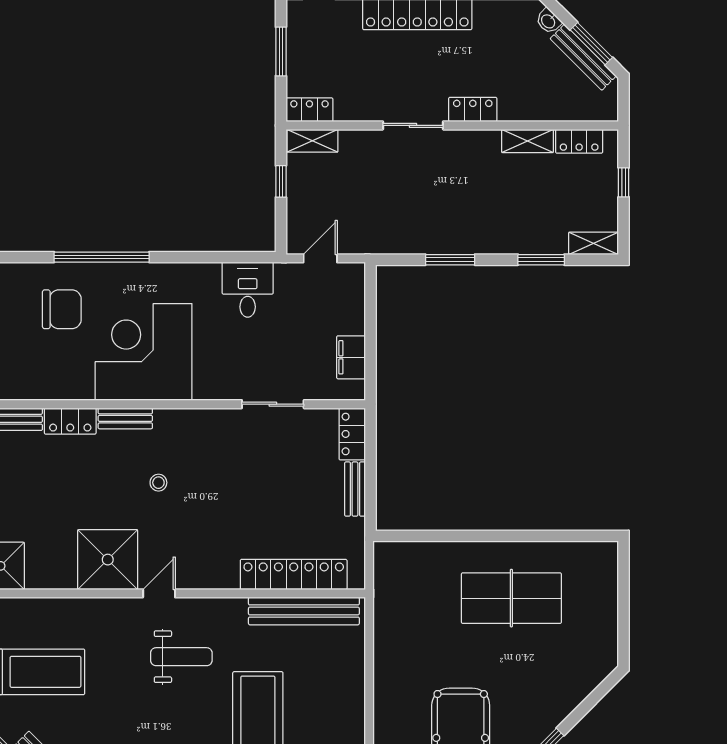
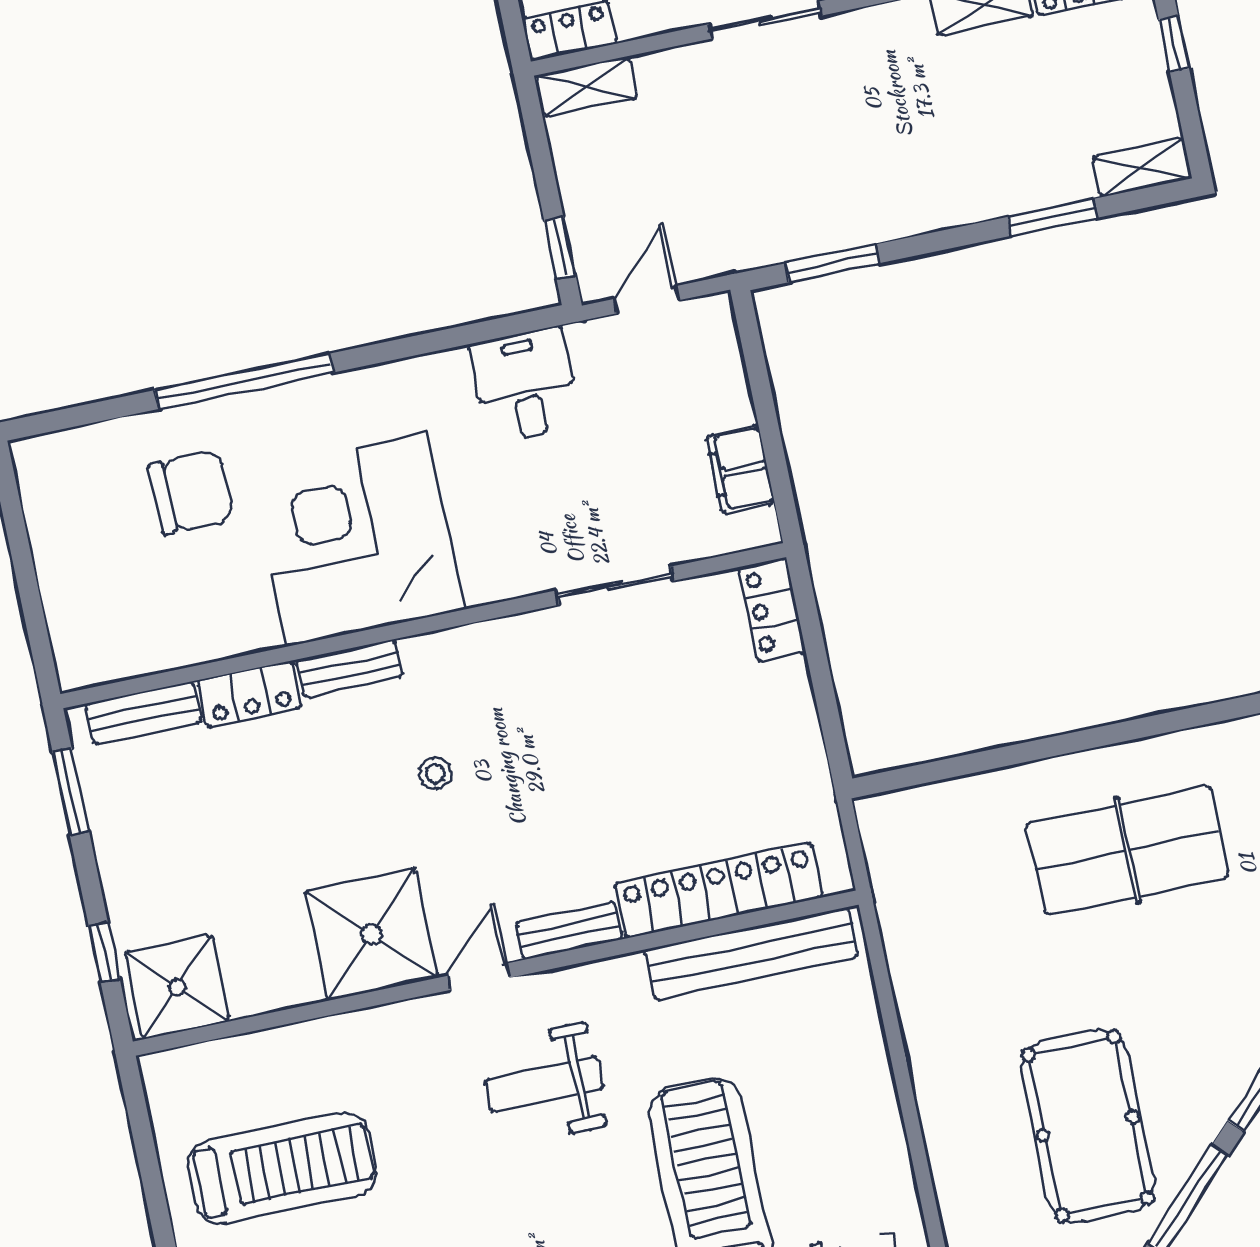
window: (281, 181) -> (560, 248), moved
window: (450, 260) -> (832, 263), moved
bench: (355, 489) -> (569, 931), moved, turned 90
weight bench: (181, 657) -> (544, 1084), turned 180

